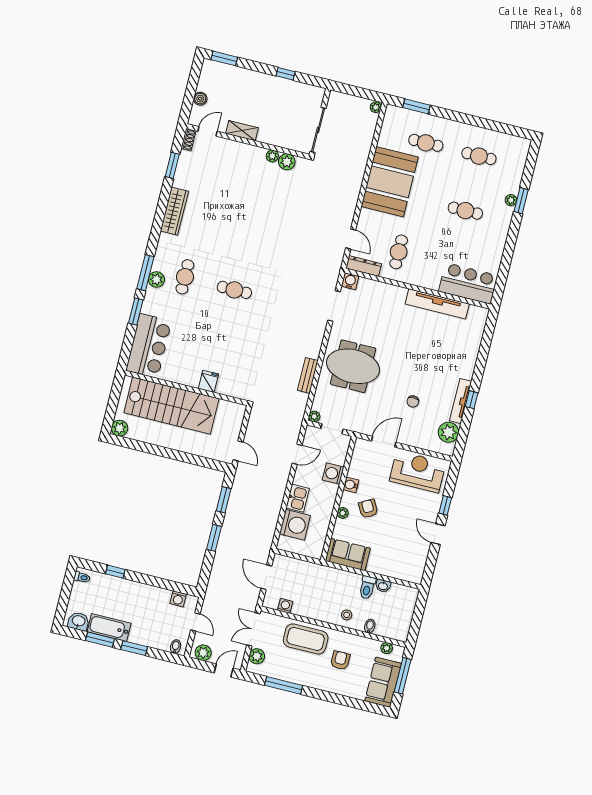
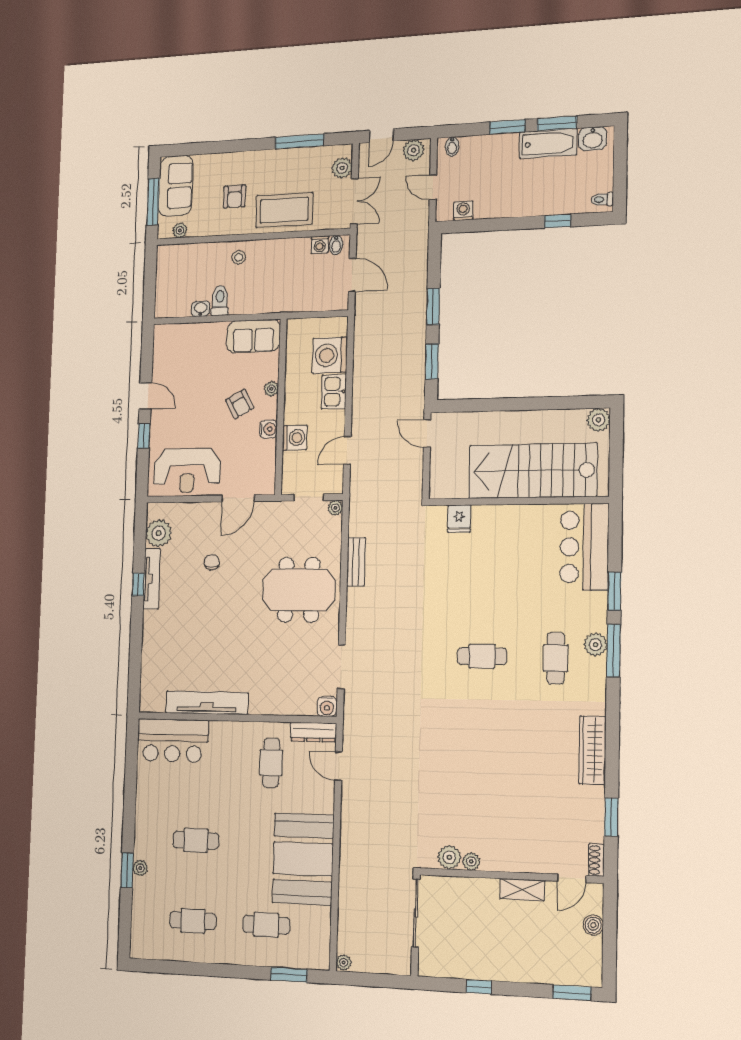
fridge: (208, 381) -> (459, 519), moved
bidet: (370, 626) -> (336, 245), moved

